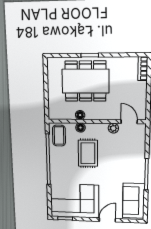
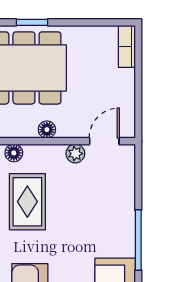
floor lamp: (80, 115) -> (47, 130), moved
door: (129, 122) -> (104, 141), hinge flipped

